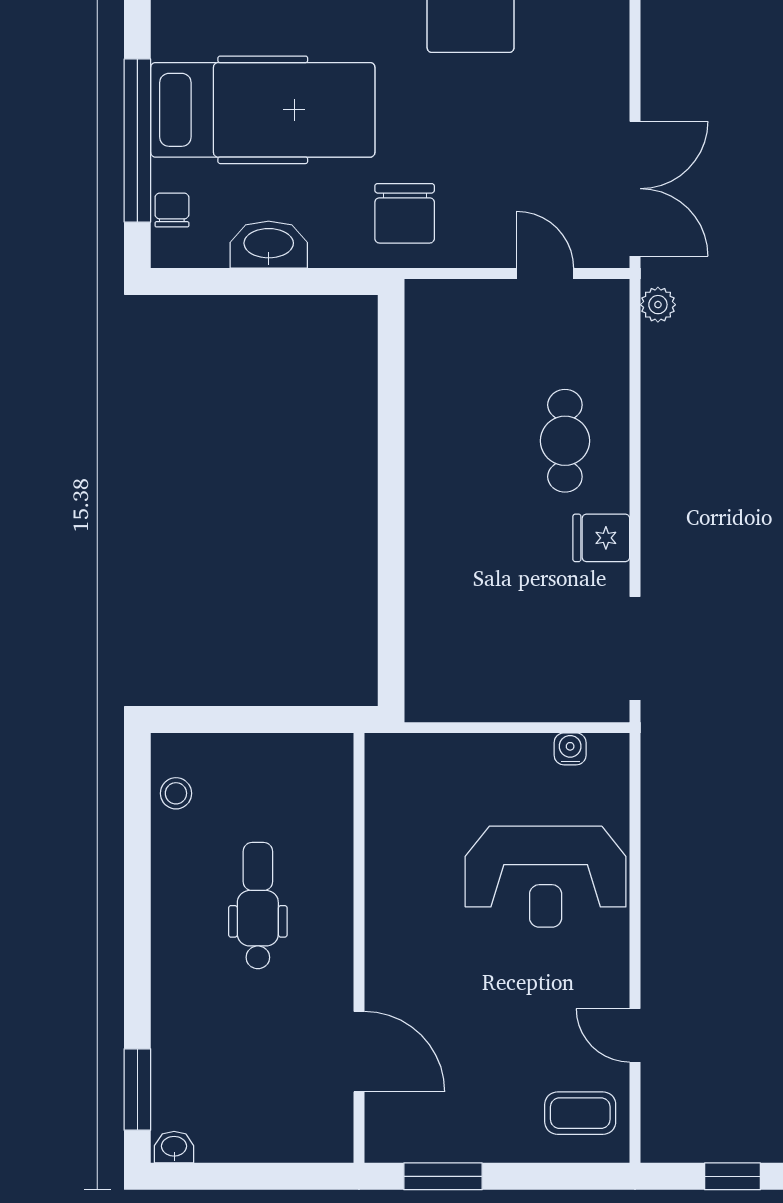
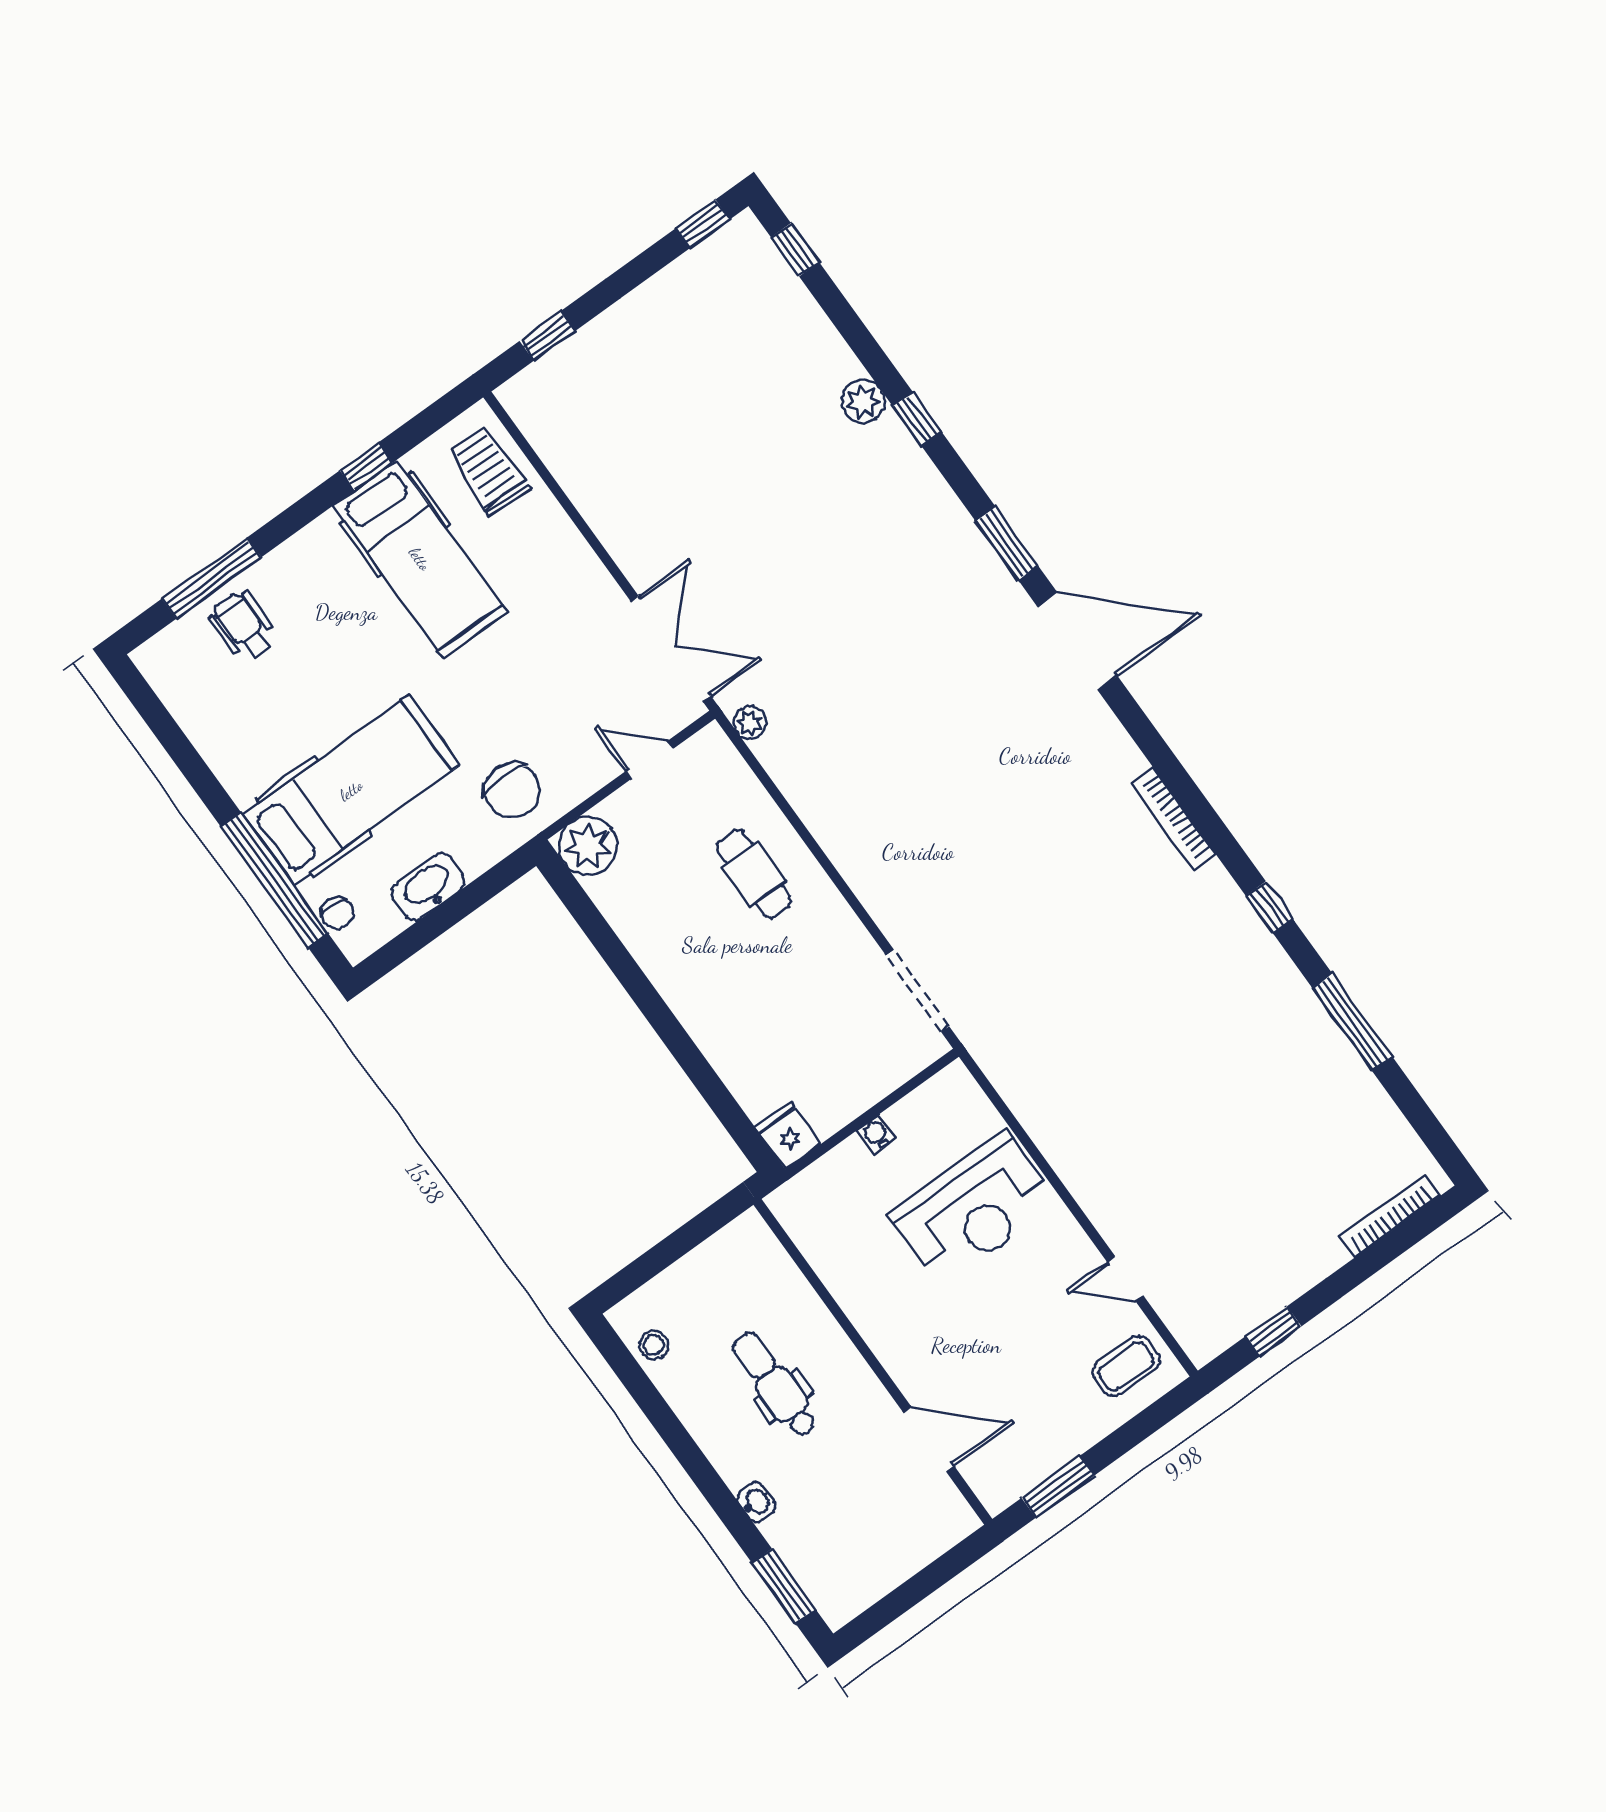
chair: (172, 210) -> (337, 913), turned 180
plant: (436, 310) -> (588, 846), added
fridge: (601, 538) -> (788, 1136), moved, turned 90
water cooler: (570, 749) -> (876, 1134), moved
washbasin: (174, 1147) -> (756, 1502), moved, turned 90

